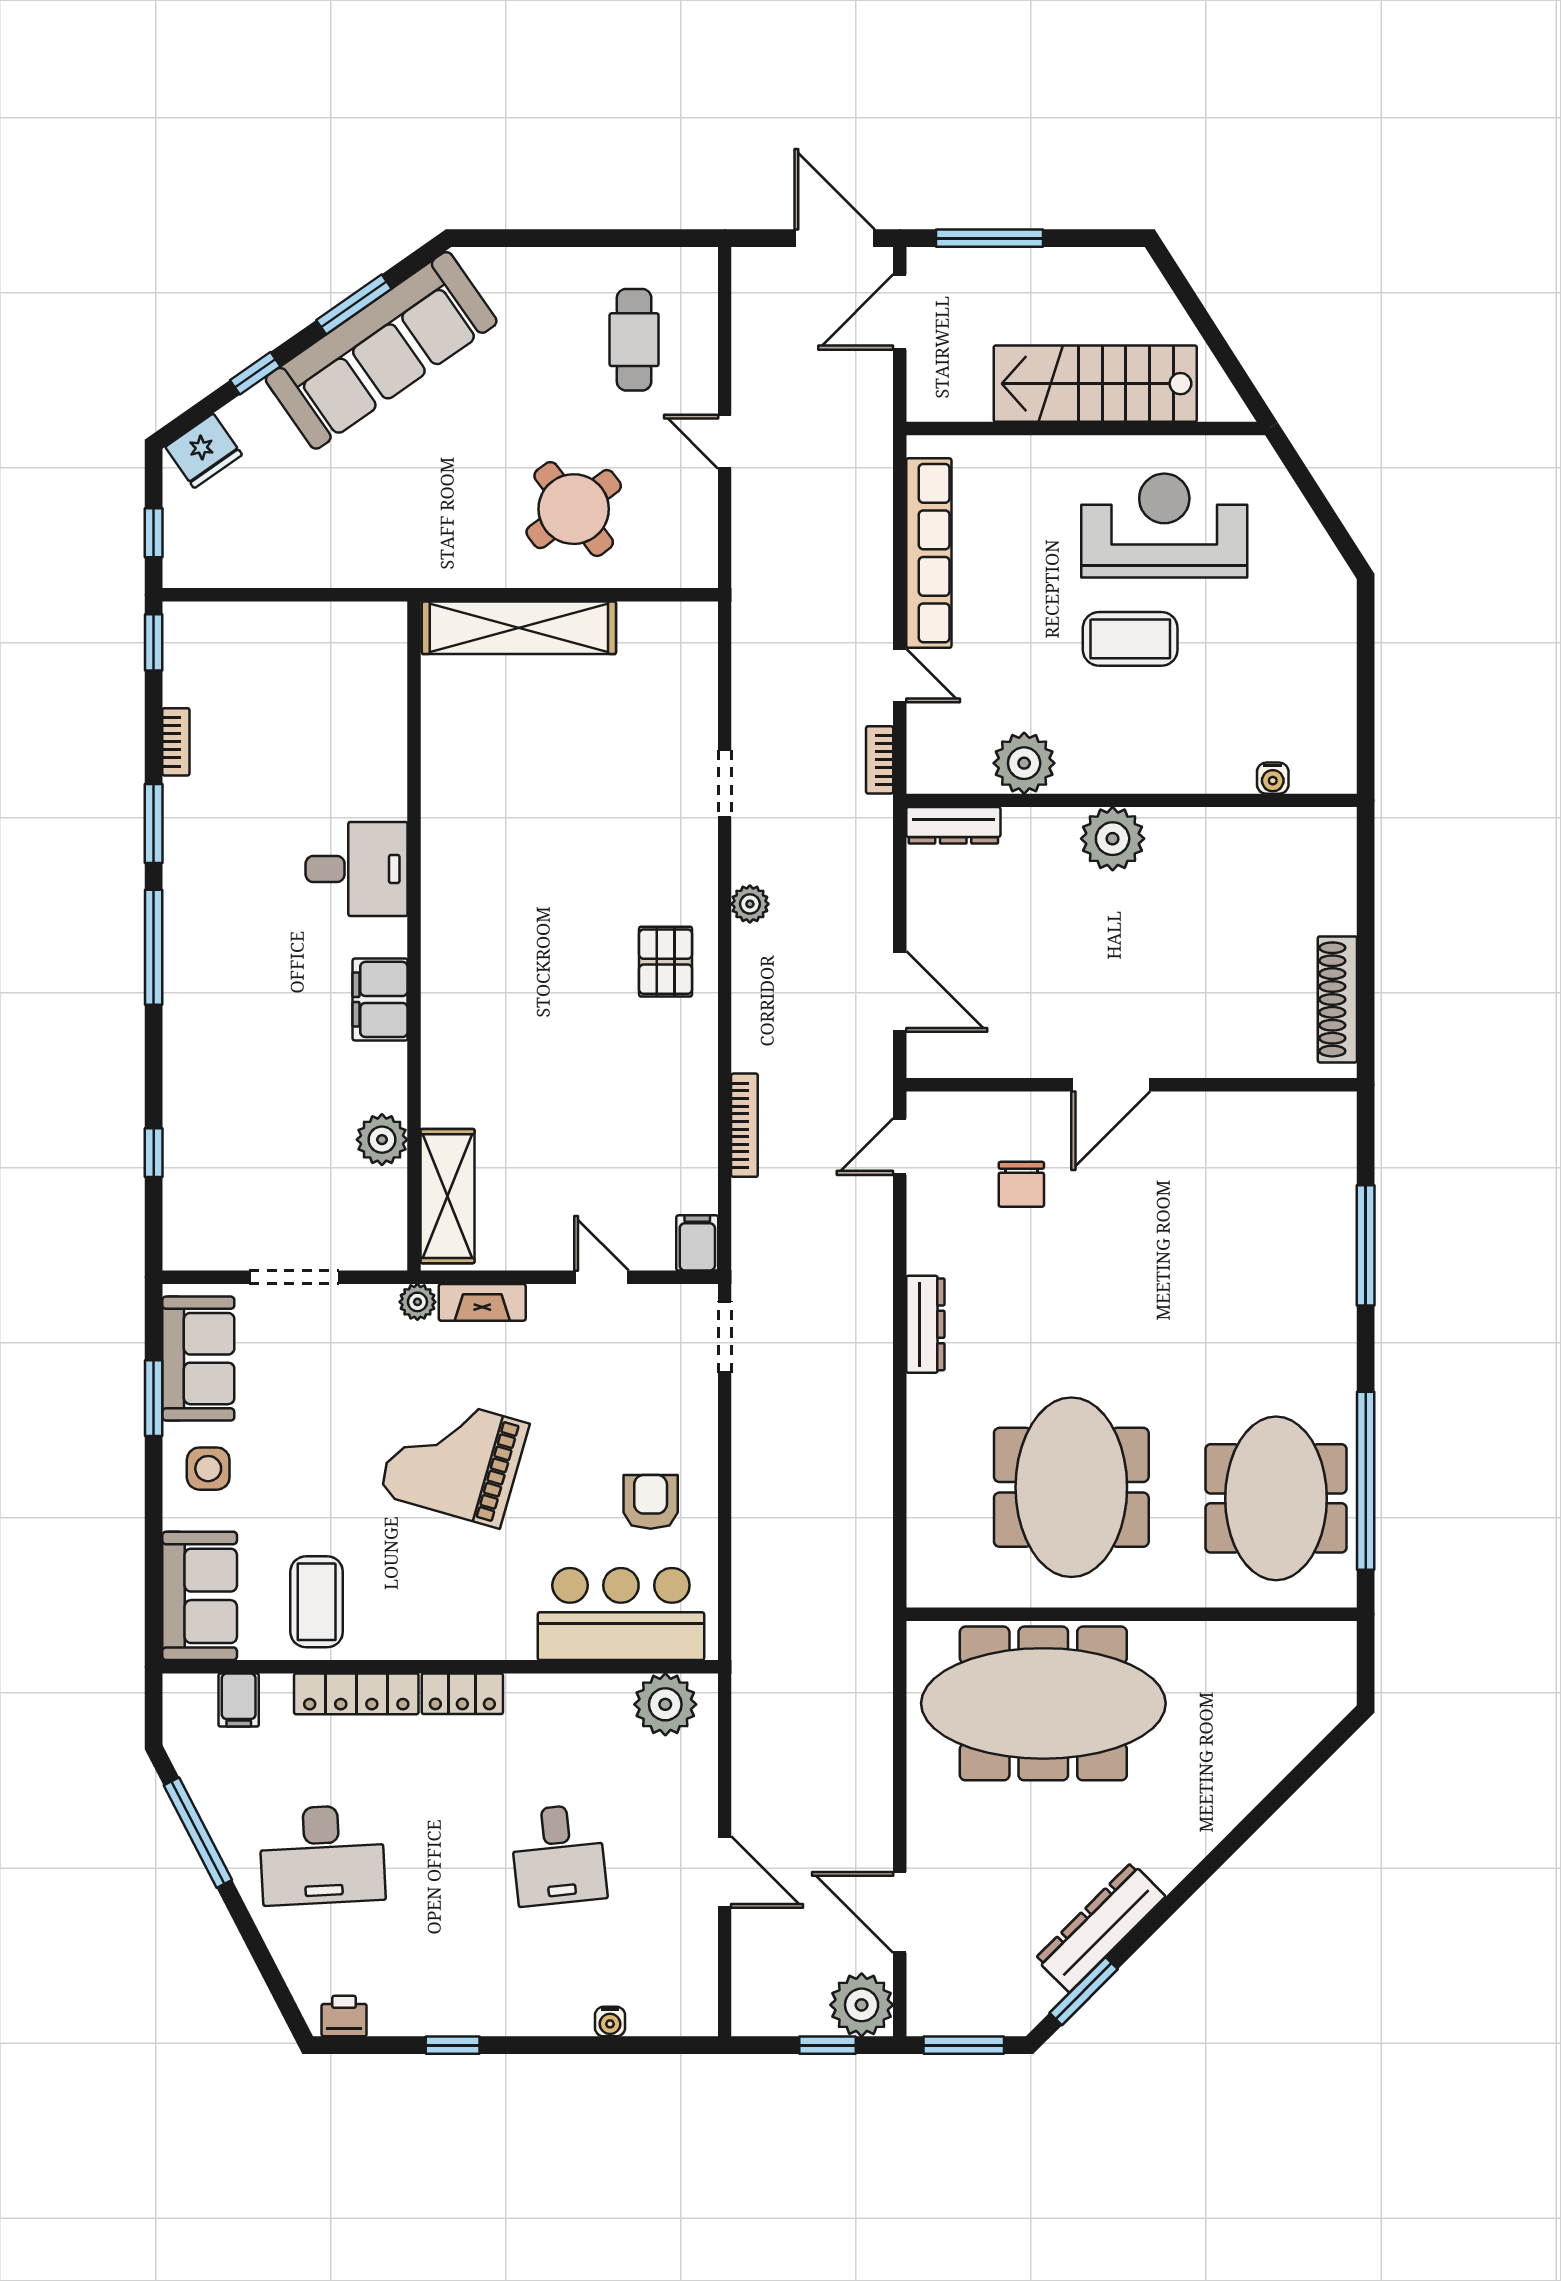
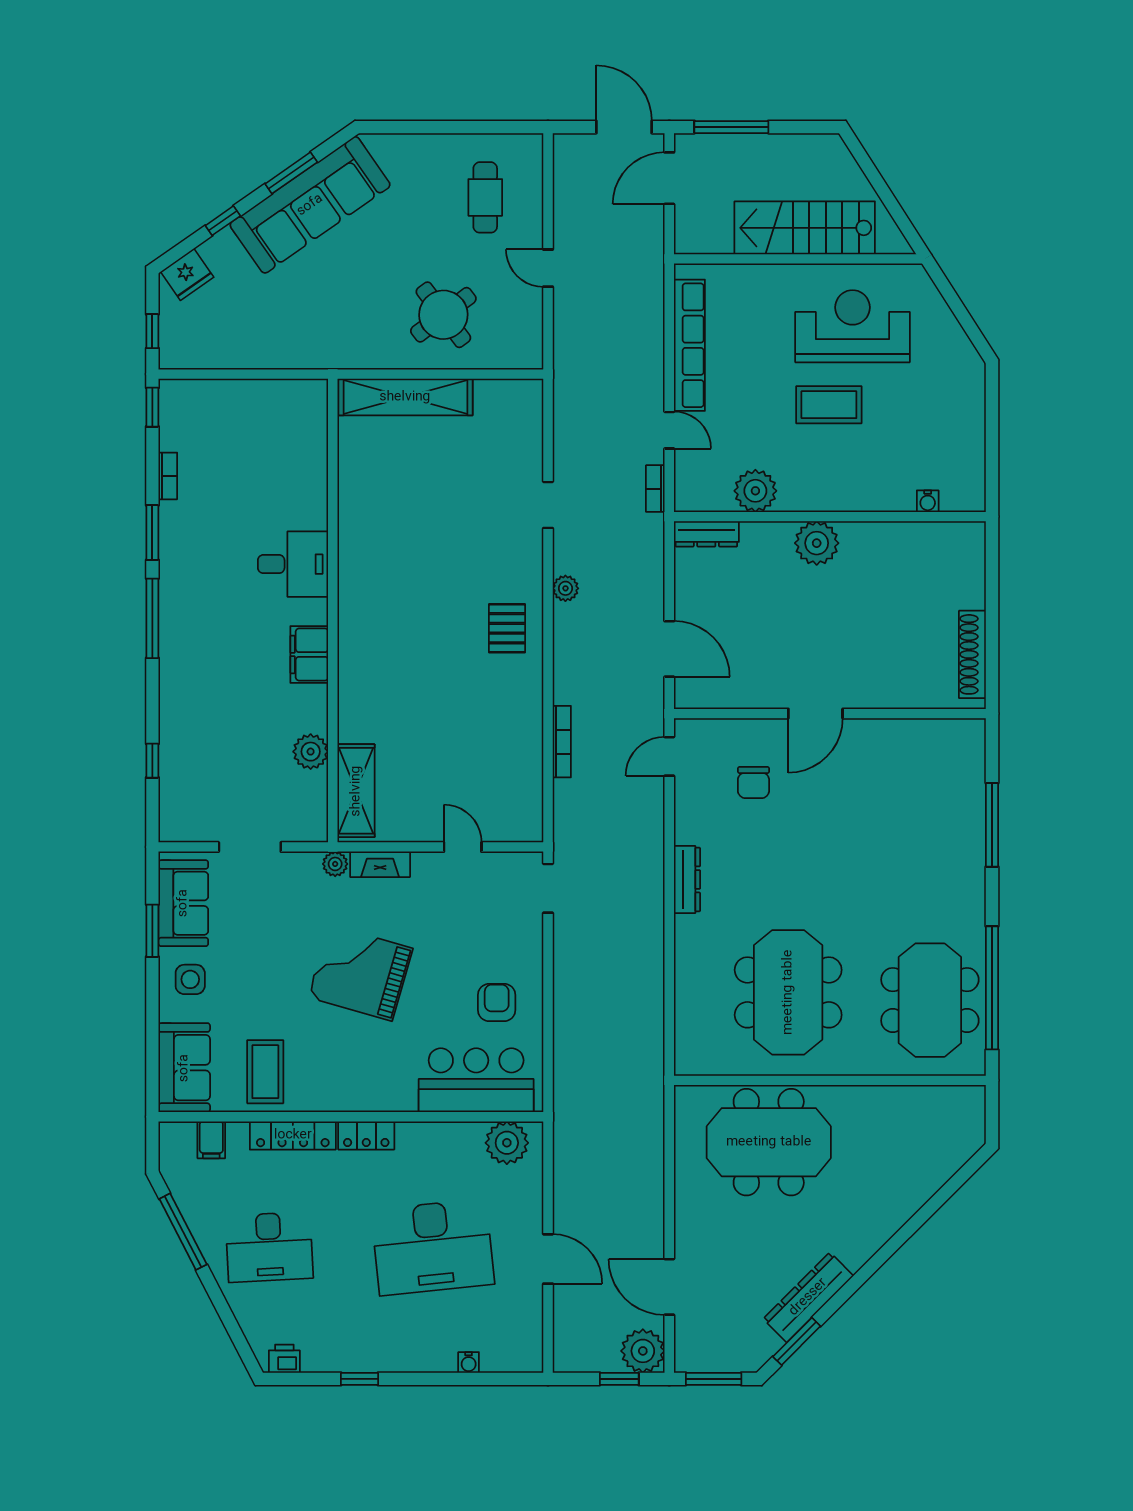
filing cabinet: (697, 1243) -> (529, 823), removed
meeting table: (1043, 1703) -> (769, 1142), width x0.73
desk: (558, 1855) -> (433, 1247), width x1.87, depth x1.30

